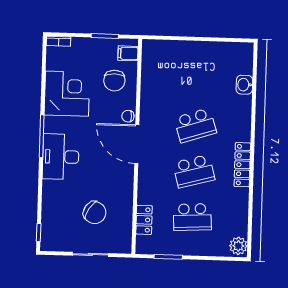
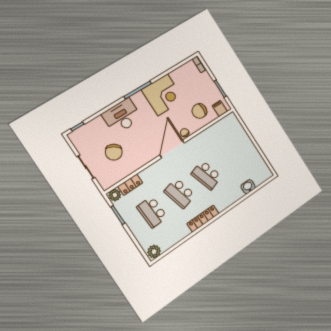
corner desk: (67, 94) -> (163, 95), moved
desk: (61, 157) -> (122, 116), moved
plant: (144, 245) -> (115, 195), added

